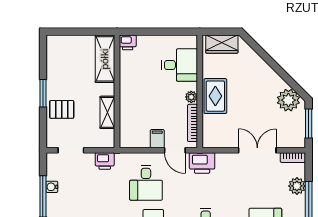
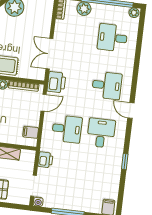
filing cabinet: (157, 139) -> (31, 132), moved
double door: (257, 150) -> (49, 54), moved
water cooler: (52, 187) -> (38, 202), moved

